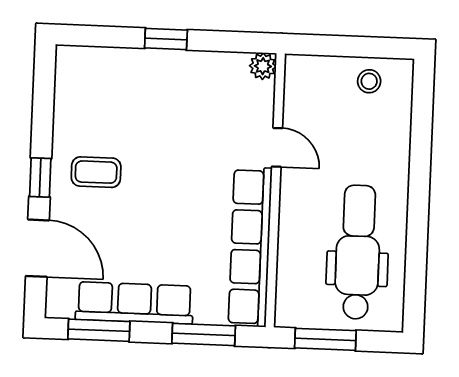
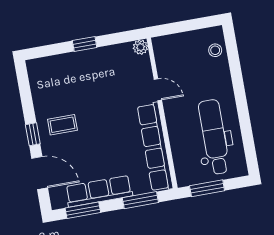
stool: (369, 81) -> (215, 50), moved

